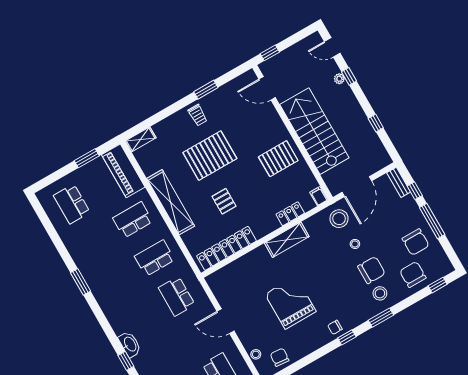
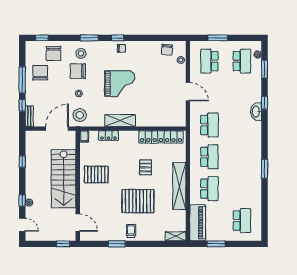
school desk: (133, 220) -> (209, 189), turned -90
school desk: (155, 258) -> (209, 157), turned -90
grand piano: (290, 303) -> (120, 84), moved, turned -90

